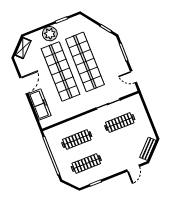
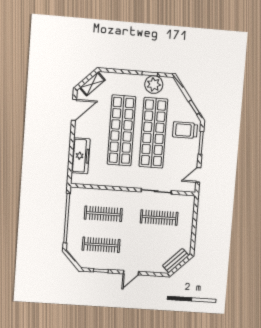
plant: (50, 34) -> (154, 85), moved
trolley: (107, 49) -> (185, 130), added
door: (133, 77) -> (198, 175), hinge flipped
door: (24, 86) -> (74, 110), moved
door: (133, 168) -> (131, 273), moved

